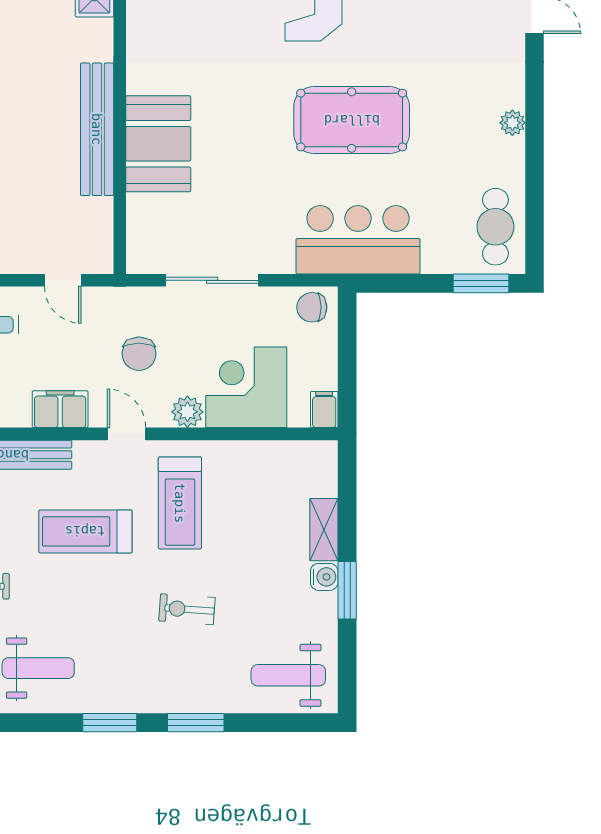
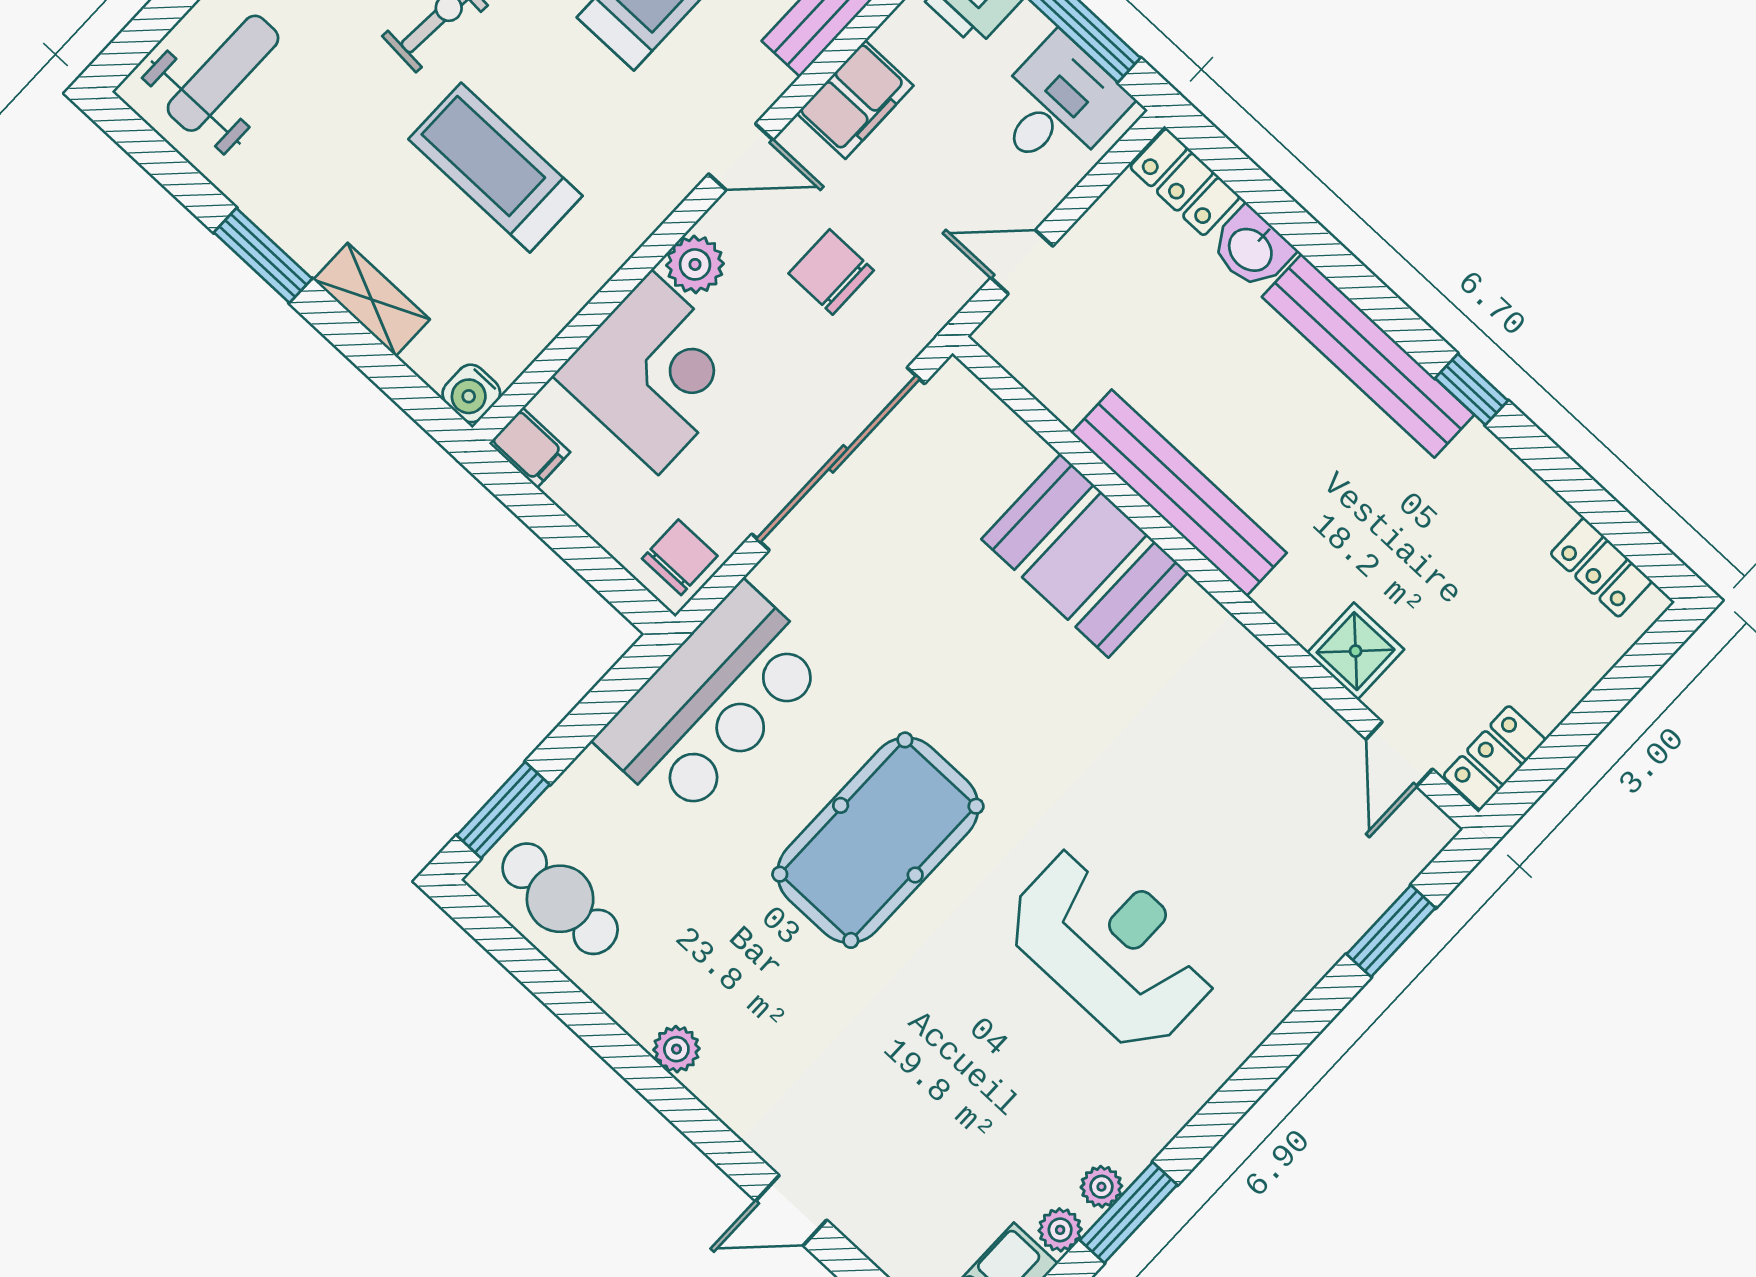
sliding door: (212, 280) -> (838, 459), width x1.36
treadmill: (180, 503) -> (495, 167), moved
water cooler: (324, 577) -> (471, 393), moved

